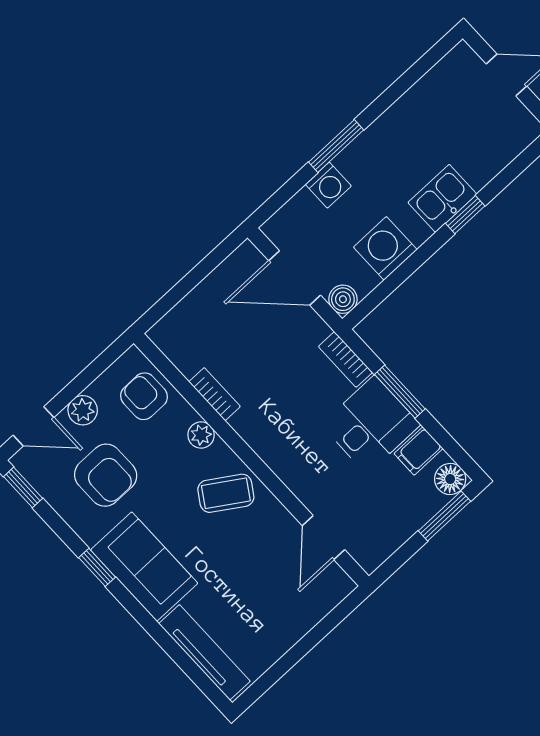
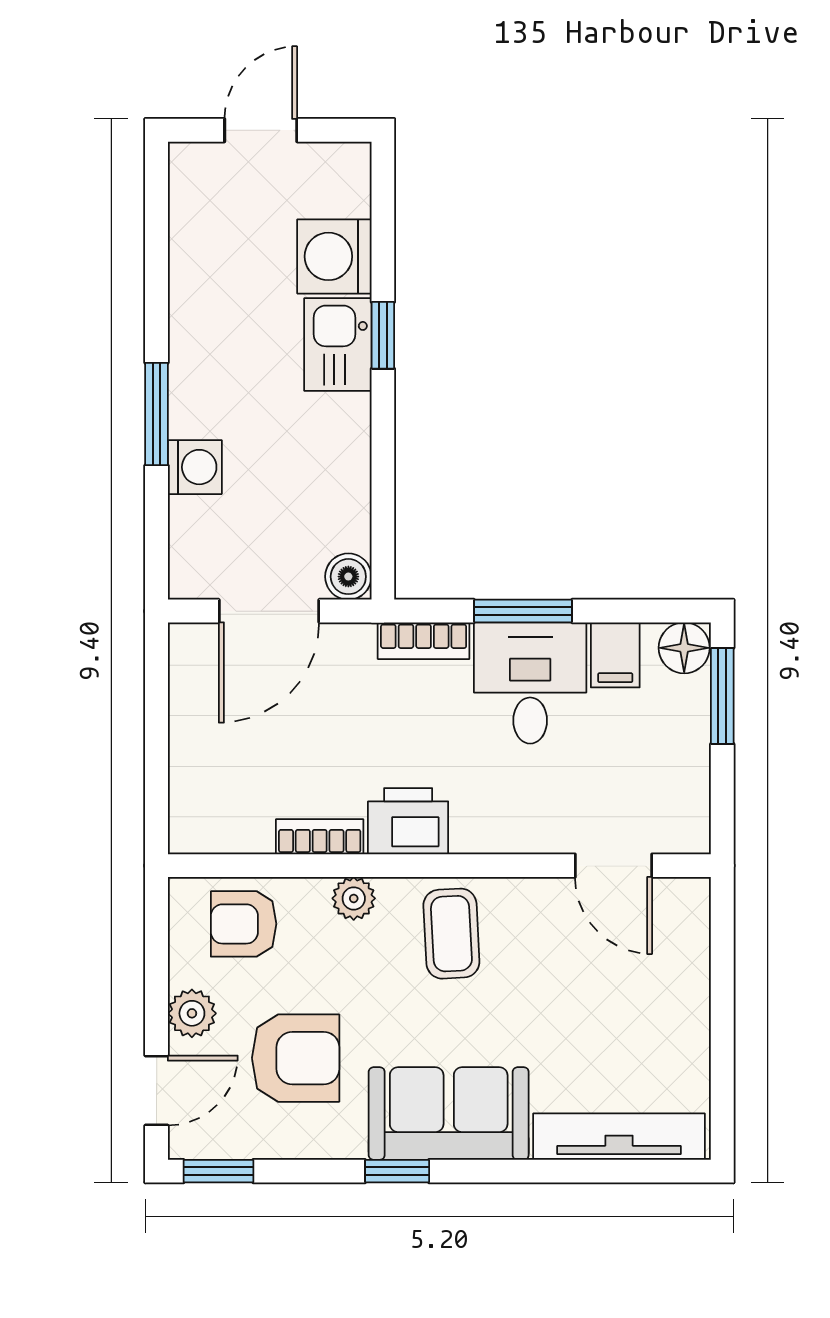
washing machine: (385, 248) -> (334, 256), moved
printer: (258, 427) -> (408, 821), added
coffee table: (226, 493) -> (451, 934), turned -36

